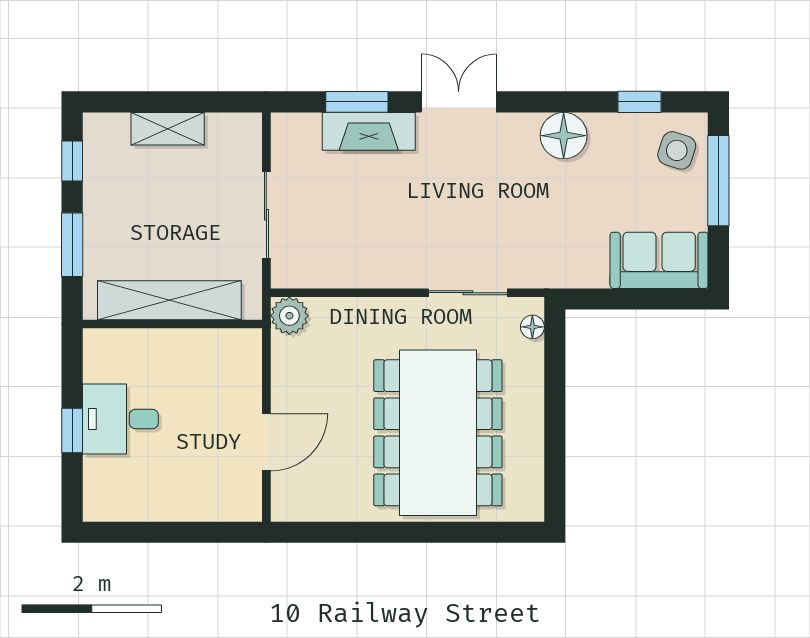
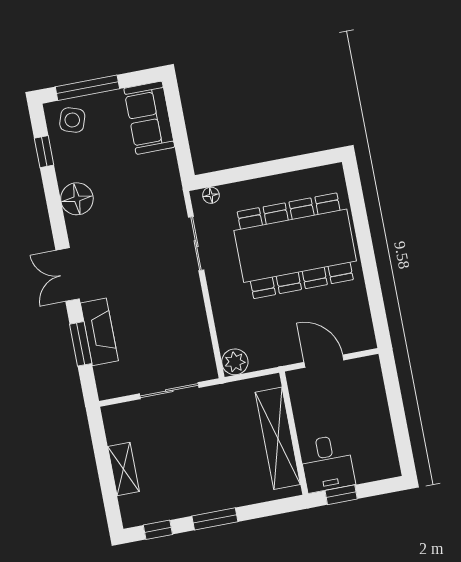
shelving: (169, 300) -> (278, 438), moved
wall: (172, 324) -> (294, 433), moved

